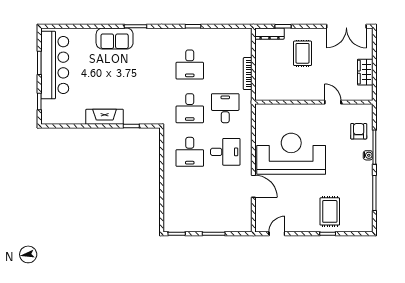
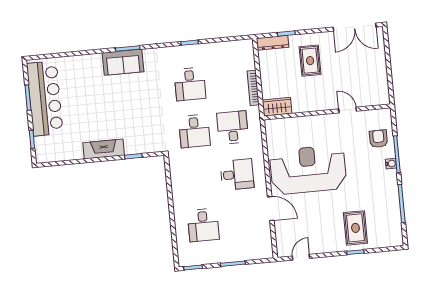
sofa: (115, 39) -> (123, 62), moved
wardrobe: (365, 72) -> (277, 107), moved, turned 90
desk: (190, 152) -> (203, 225), moved

